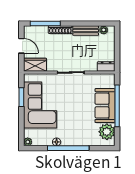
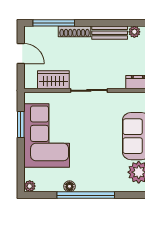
wardrobe: (35, 65) -> (53, 80), moved

